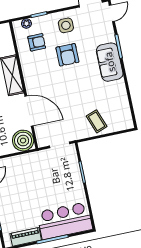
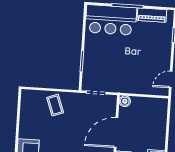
door: (29, 111) -> (116, 133), hinge flipped
boiler: (23, 141) -> (125, 101), width x0.54, depth x0.54

